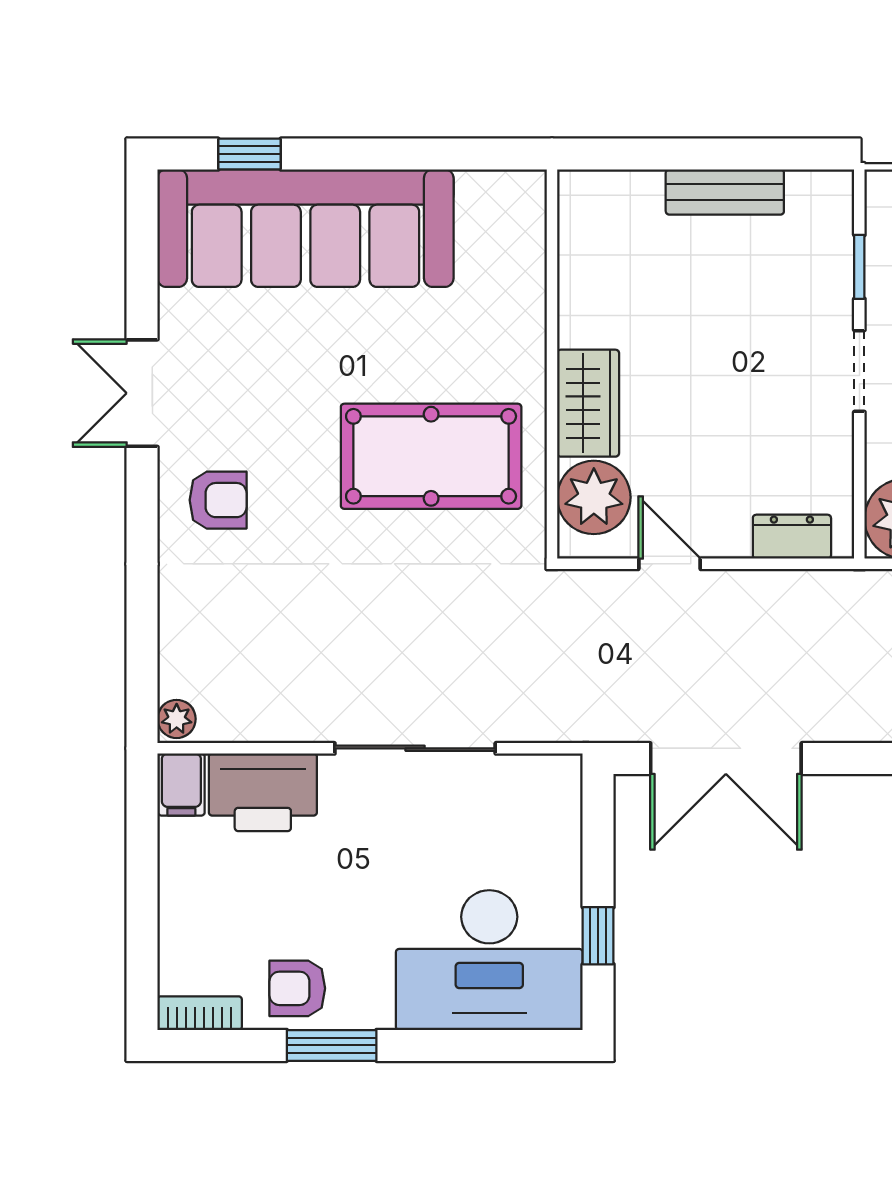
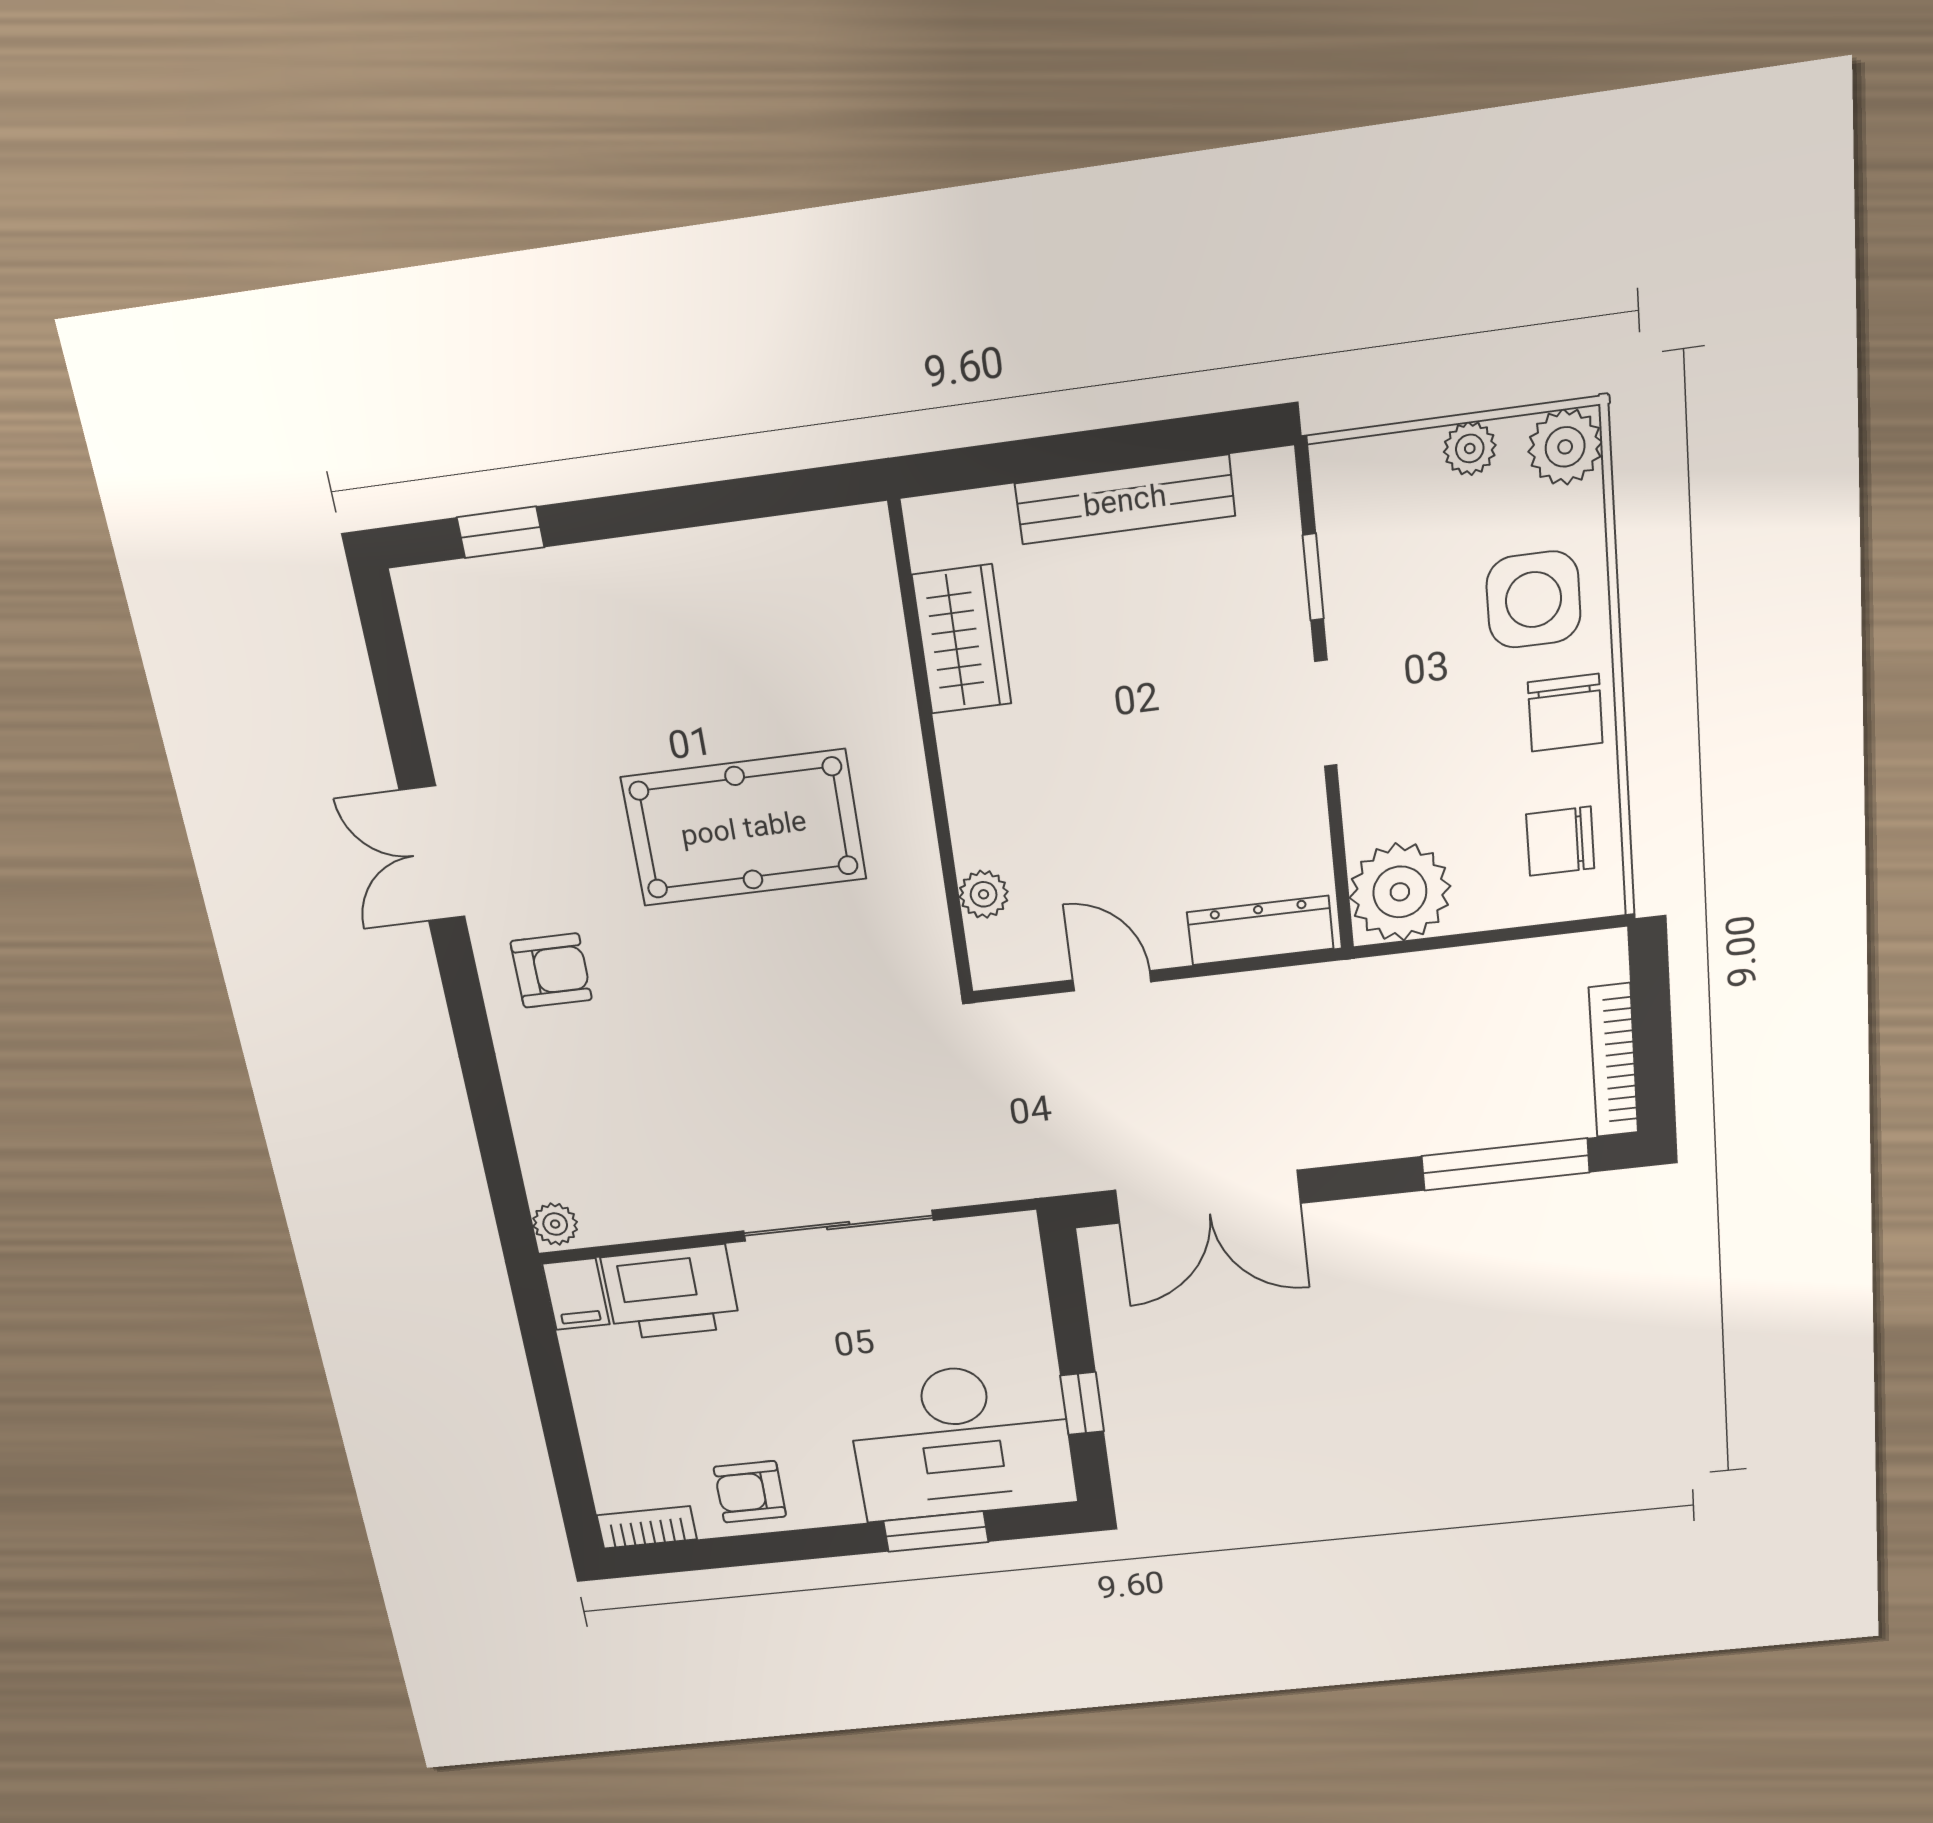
bench: (725, 192) -> (1125, 500), width x1.36
sofa: (306, 228) -> (591, 620), removed
wardrobe: (588, 403) -> (962, 639), moved
pool table: (431, 456) -> (744, 828), moved
plant: (594, 497) -> (984, 894), width x0.53, depth x0.53
dresser: (792, 537) -> (1260, 930), width x1.44
window: (332, 1045) -> (936, 1532), moved

